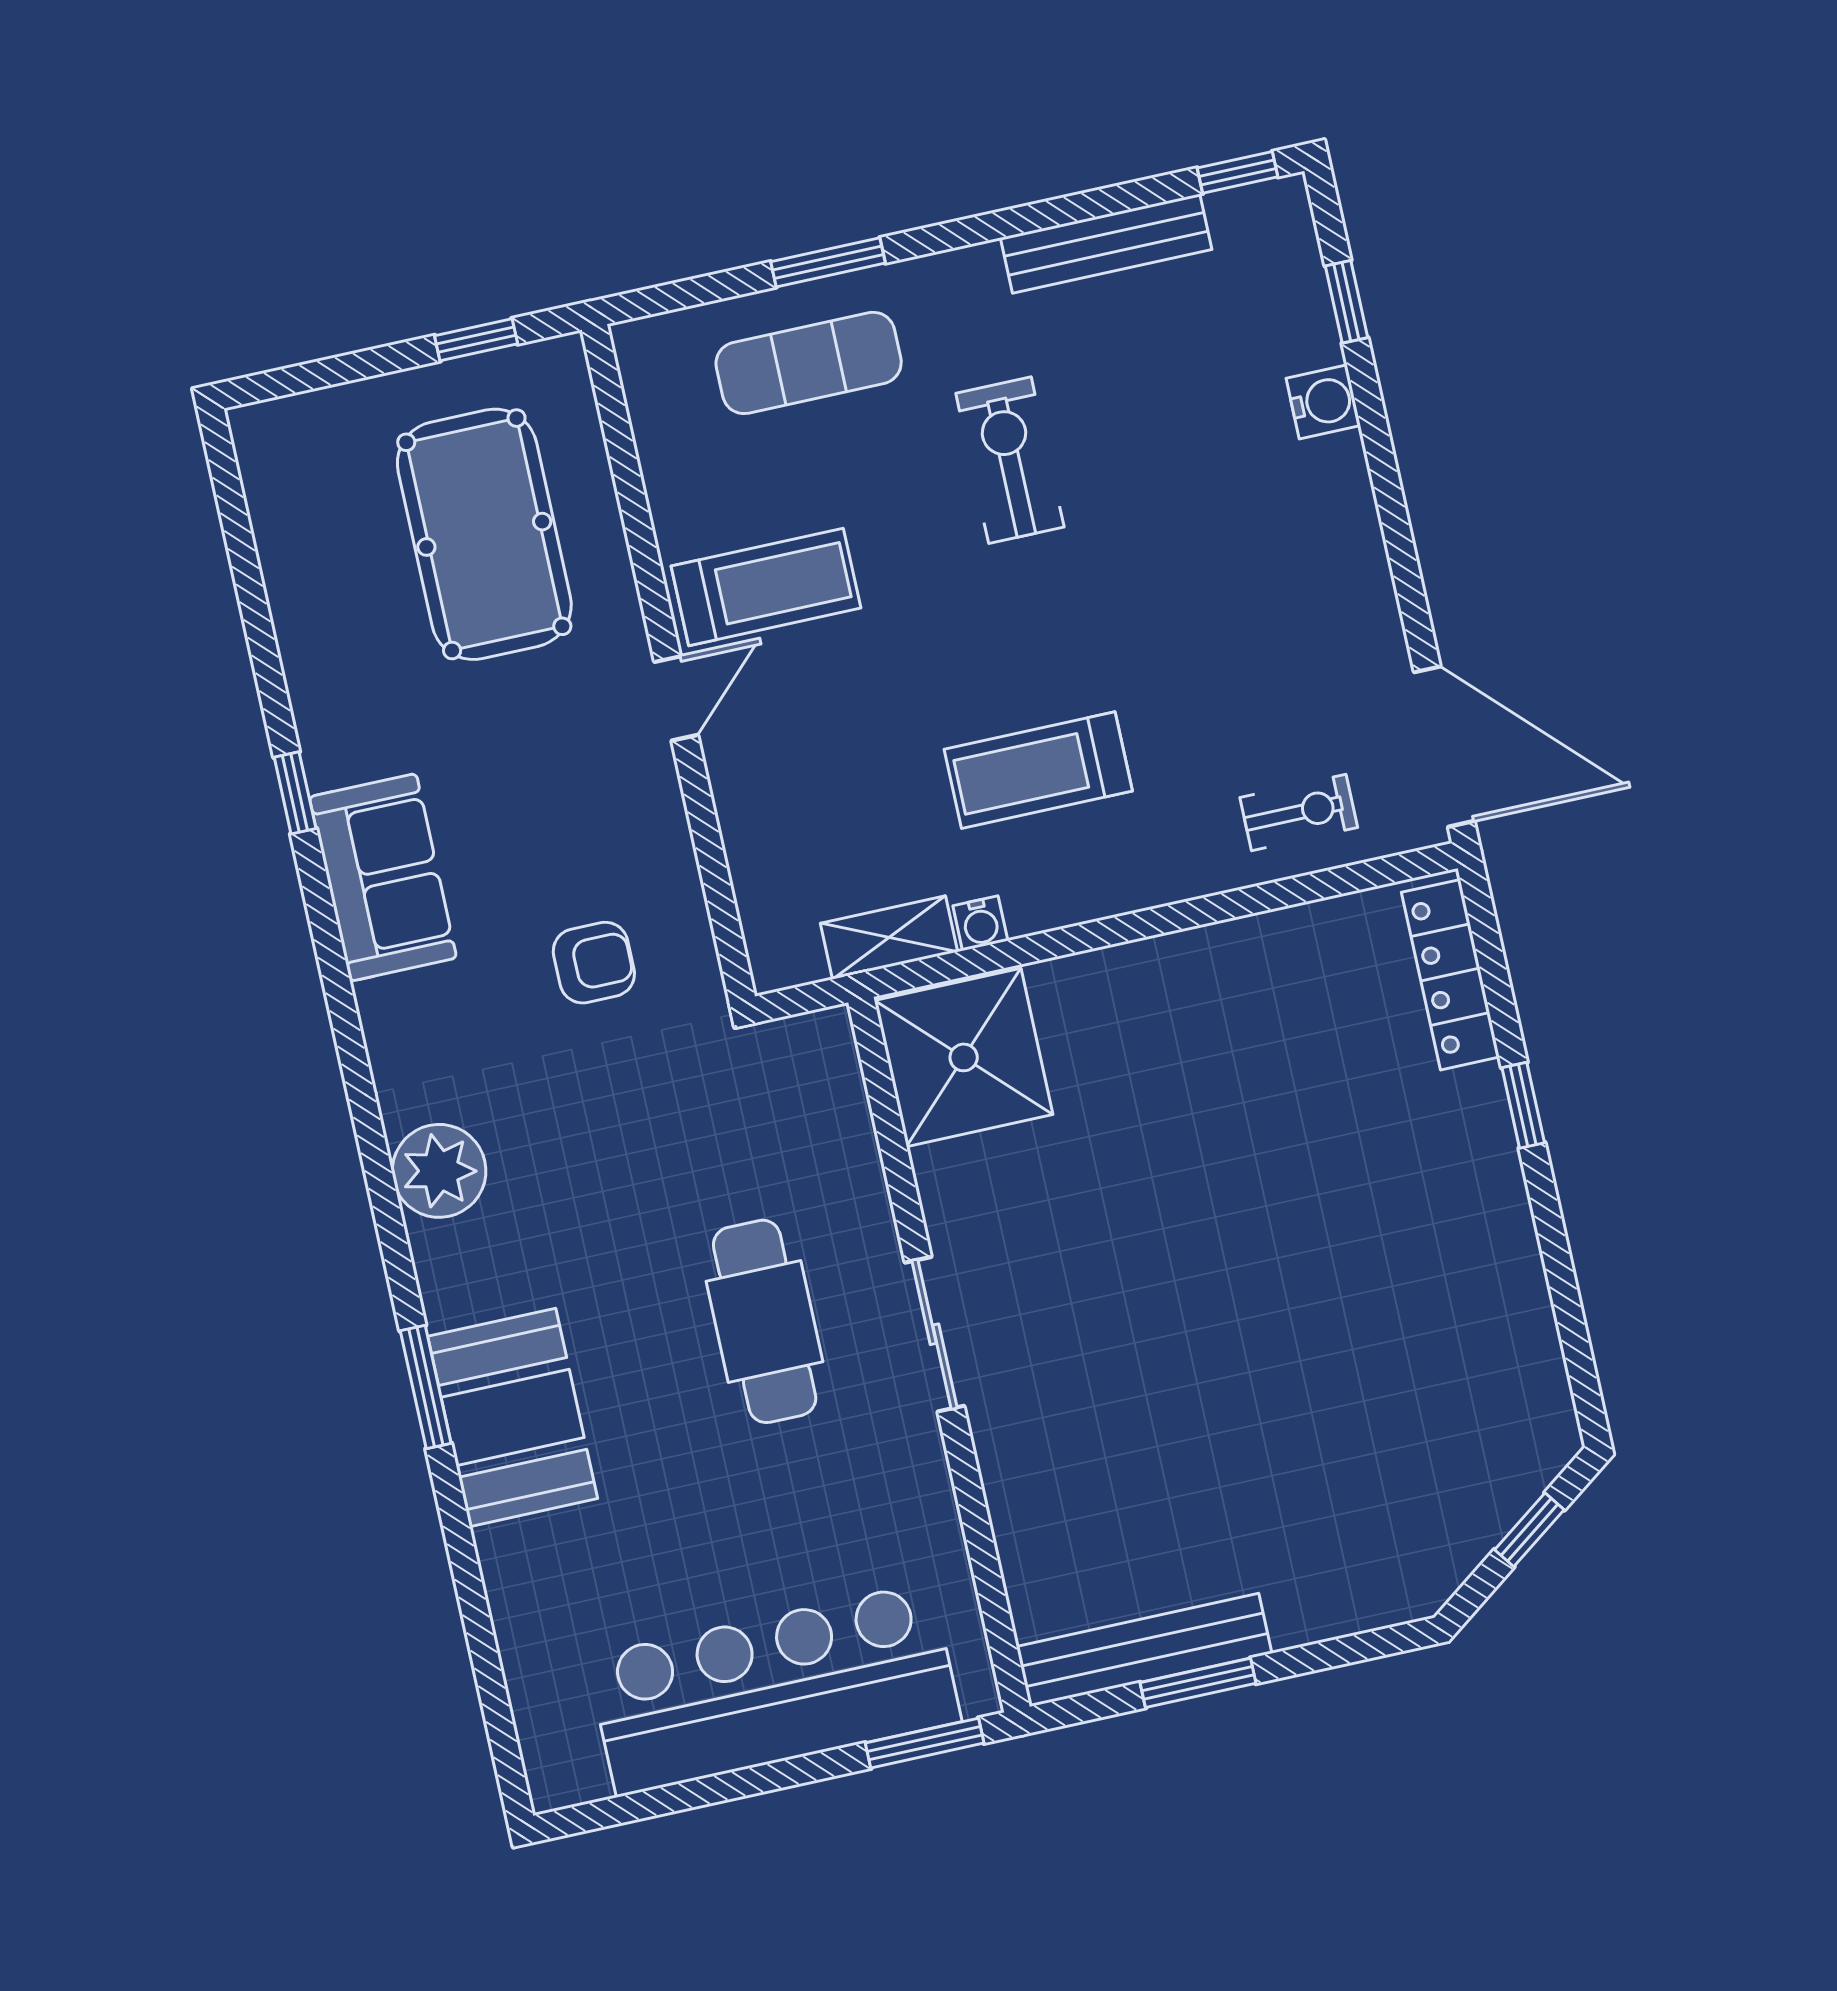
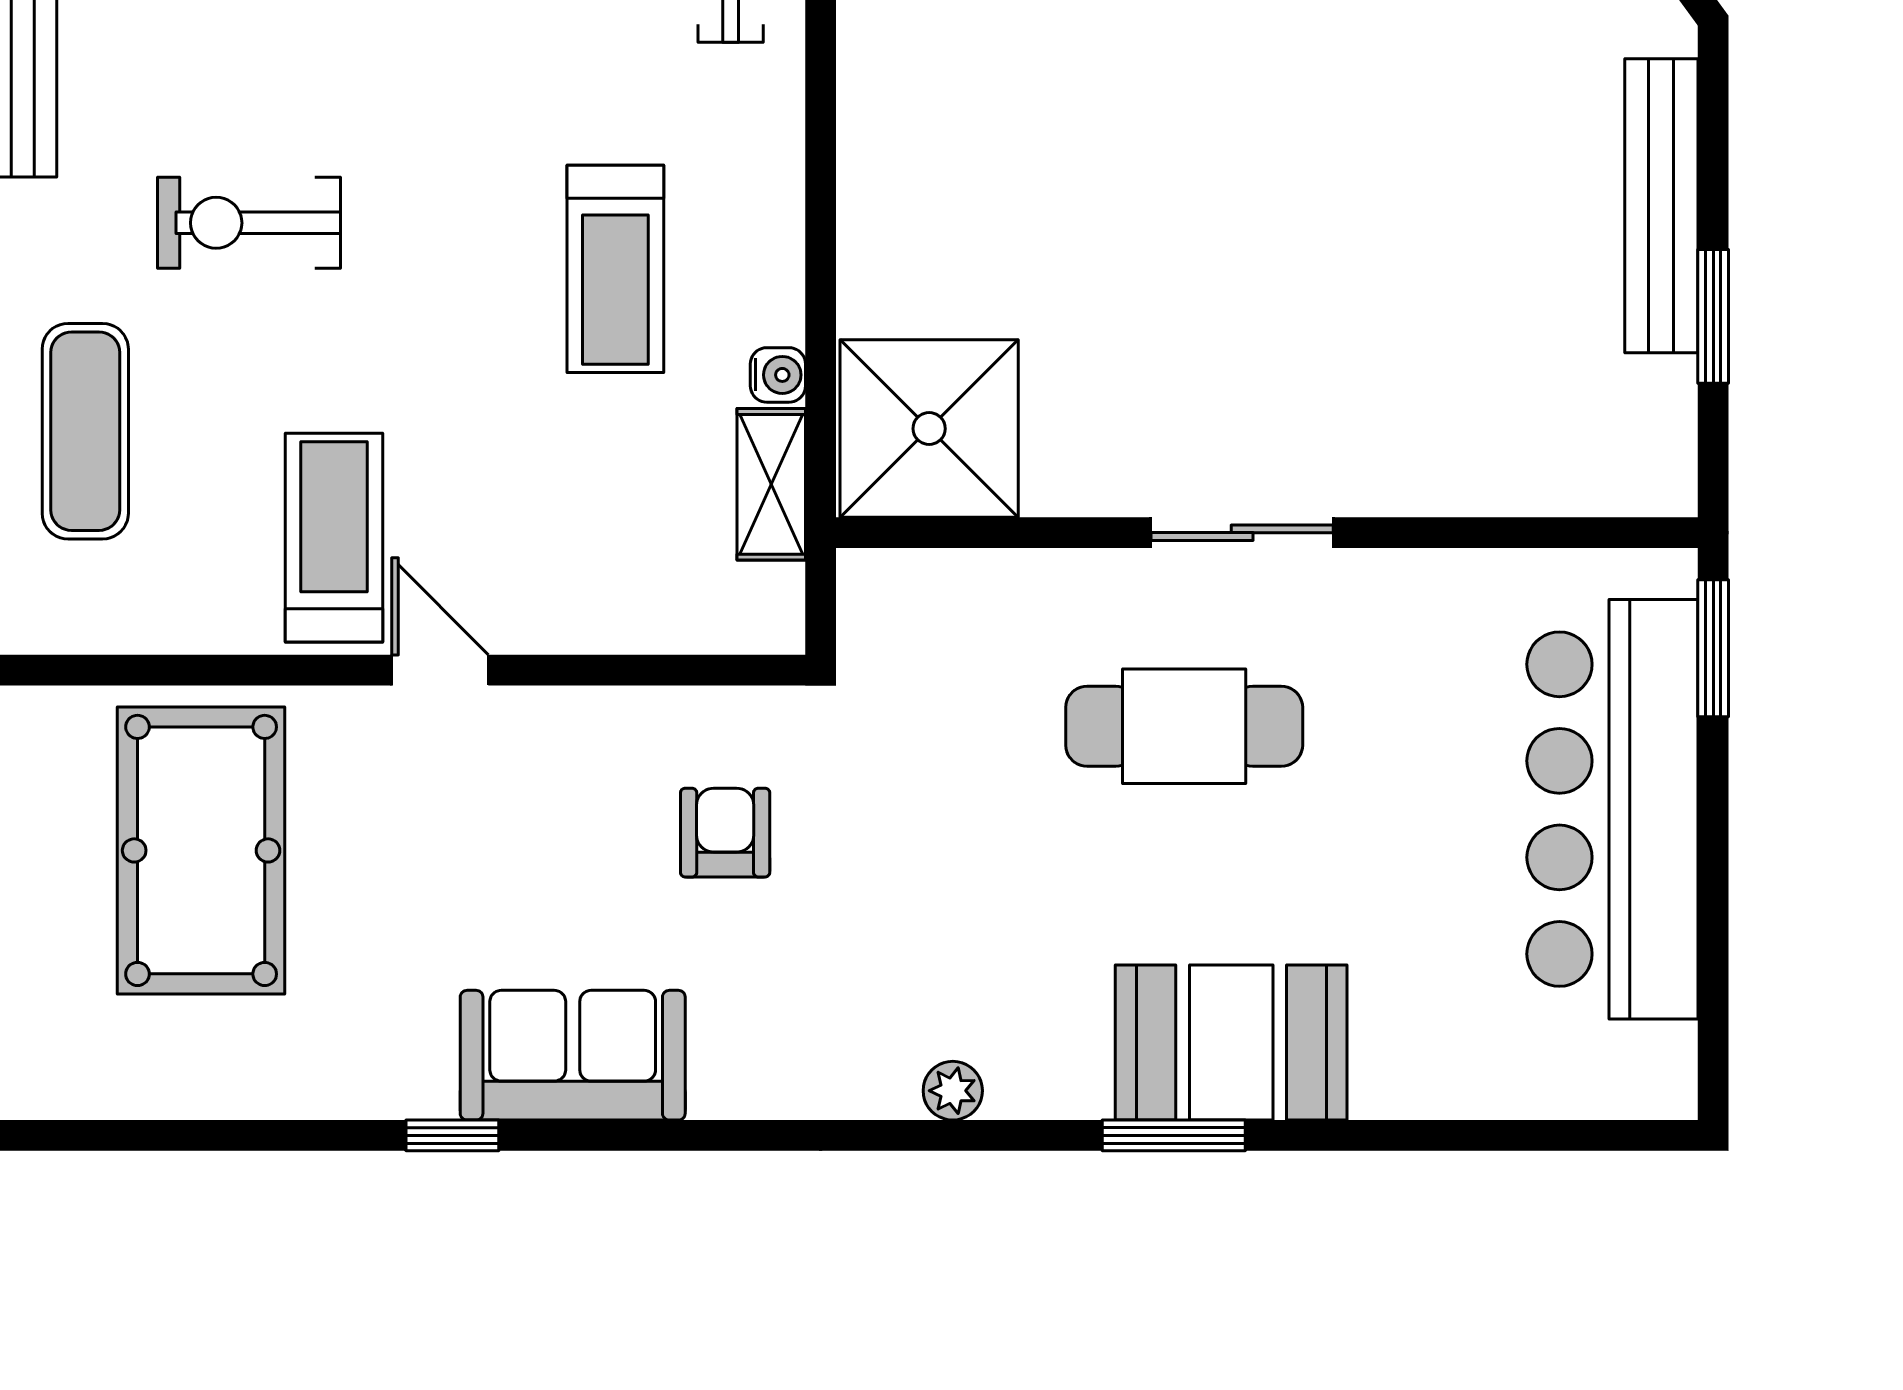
pool table: (484, 534) -> (201, 850), turned 90
plant: (439, 1171) -> (953, 1091), width x0.53, depth x0.53
bench: (1144, 1650) -> (1661, 206), moved

